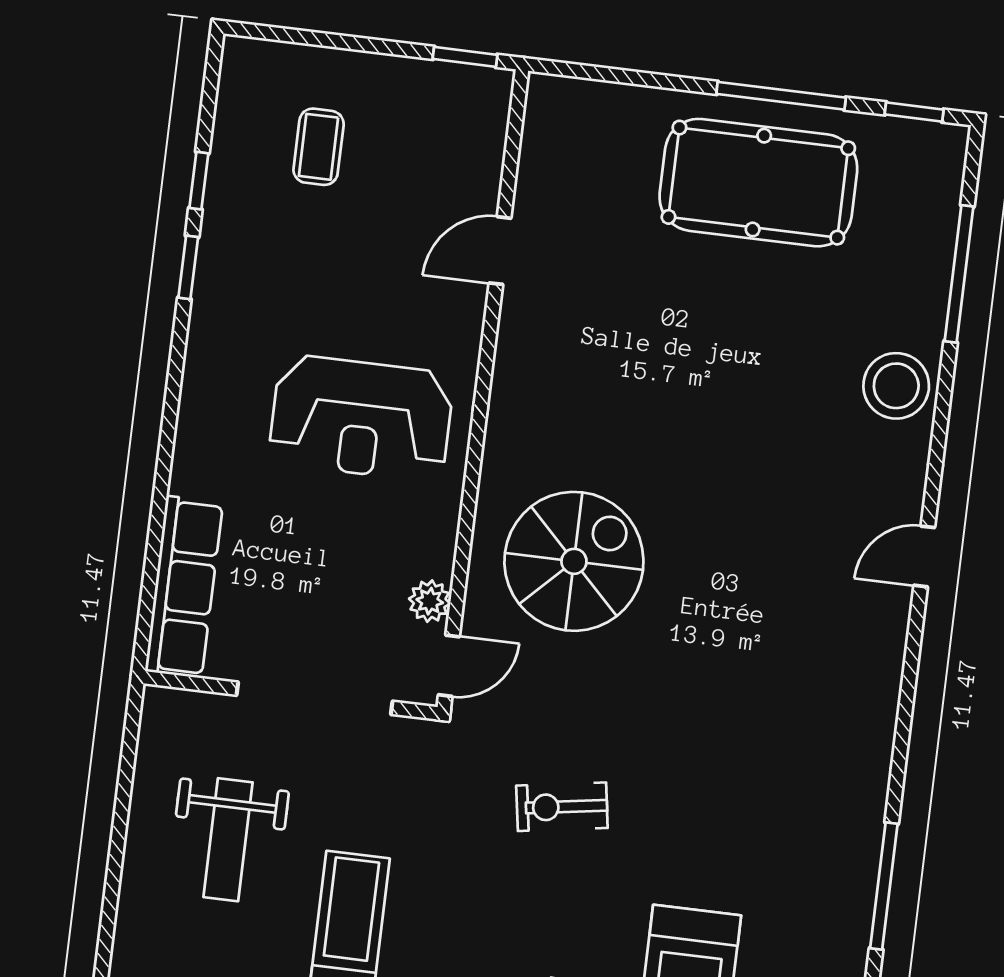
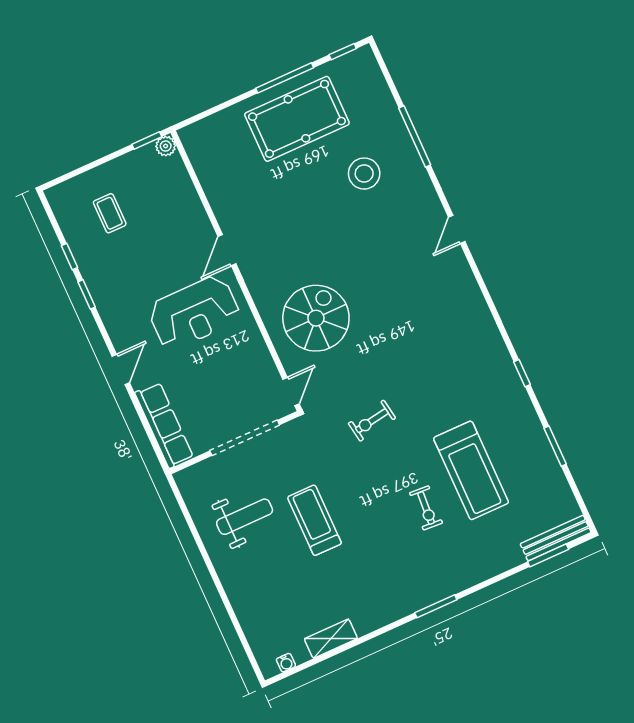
door: (500, 251) -> (227, 250), moved
window: (959, 274) -> (415, 136), moved
stool: (896, 386) -> (364, 174), moved
door: (167, 439) -> (121, 369), added
plant: (430, 601) -> (166, 146), moved
weight bench: (228, 840) -> (245, 517), turned -90
window: (884, 886) -> (522, 373), width x0.46

